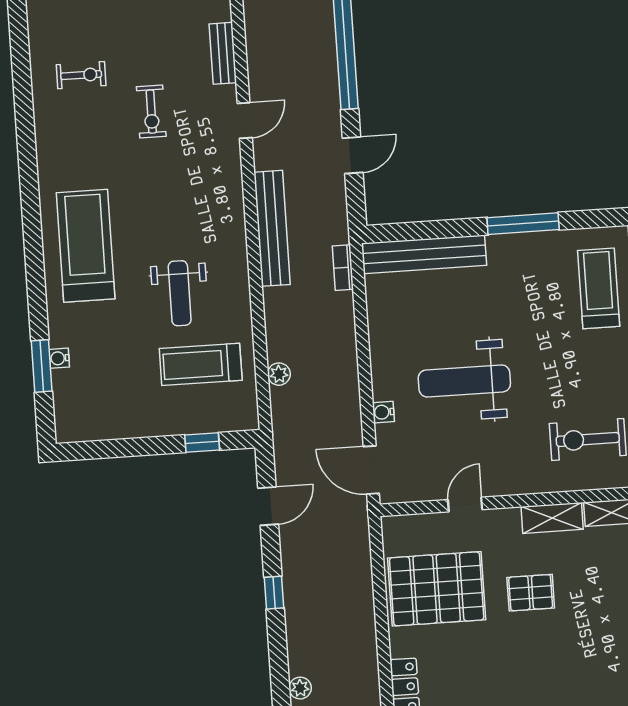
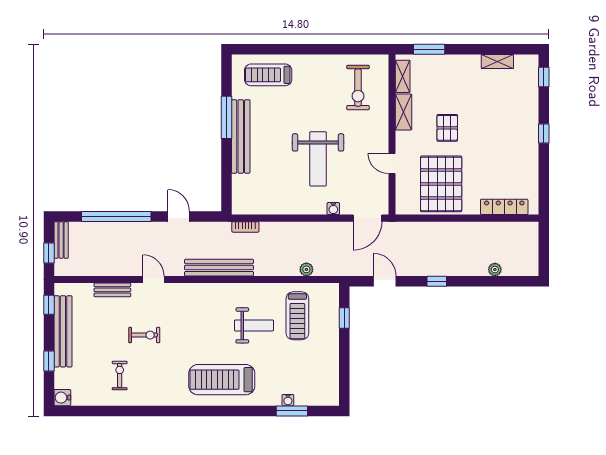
bench: (424, 254) -> (241, 136), moved

